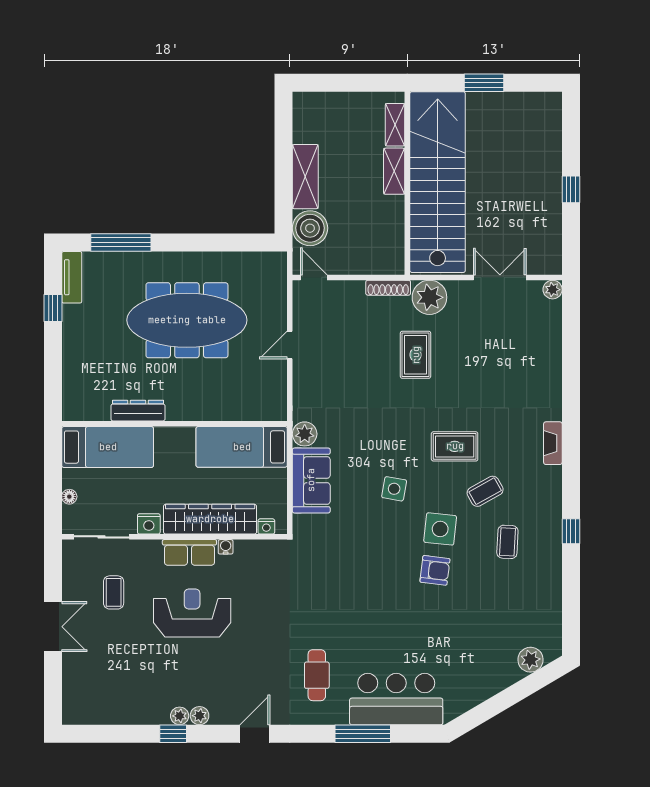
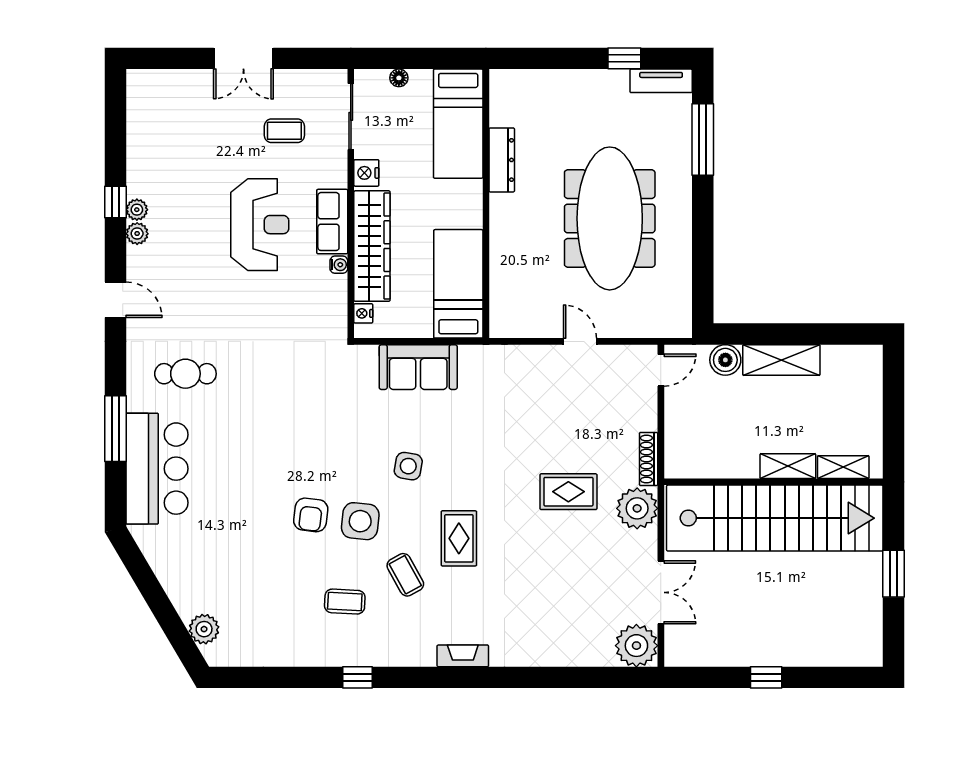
boiler: (310, 228) -> (725, 360), width x0.73, depth x0.73
plant: (553, 290) -> (636, 646), width x1.88, depth x1.88
plant: (305, 434) -> (474, 359), removed

